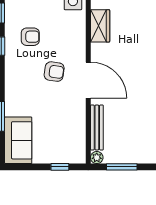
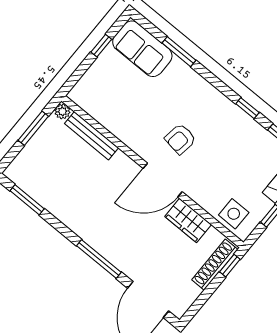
armchair: (30, 37) -> (234, 144), removed
door: (88, 80) -> (163, 180), moved
window: (60, 167) -> (101, 46), moved

